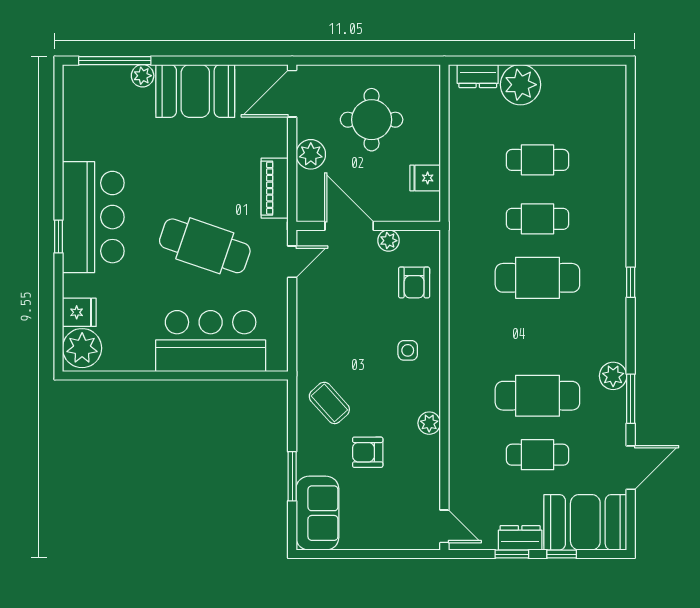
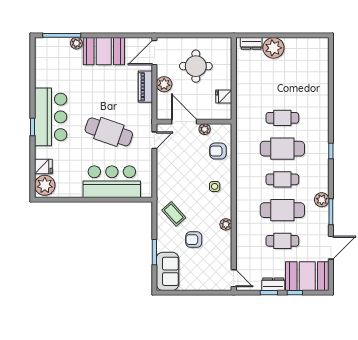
cafe table: (537, 160) -> (282, 179), moved
piano: (275, 188) -> (145, 87), moved
armchair: (414, 282) -> (218, 151), turned 90

